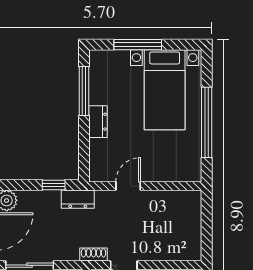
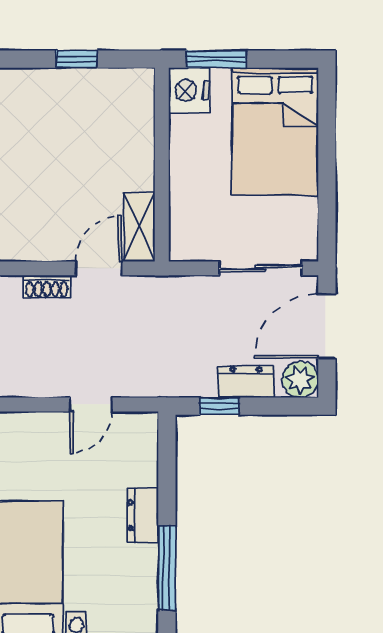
dresser: (78, 199) -> (246, 382), moved
shoe rack: (94, 255) -> (47, 287), moved

